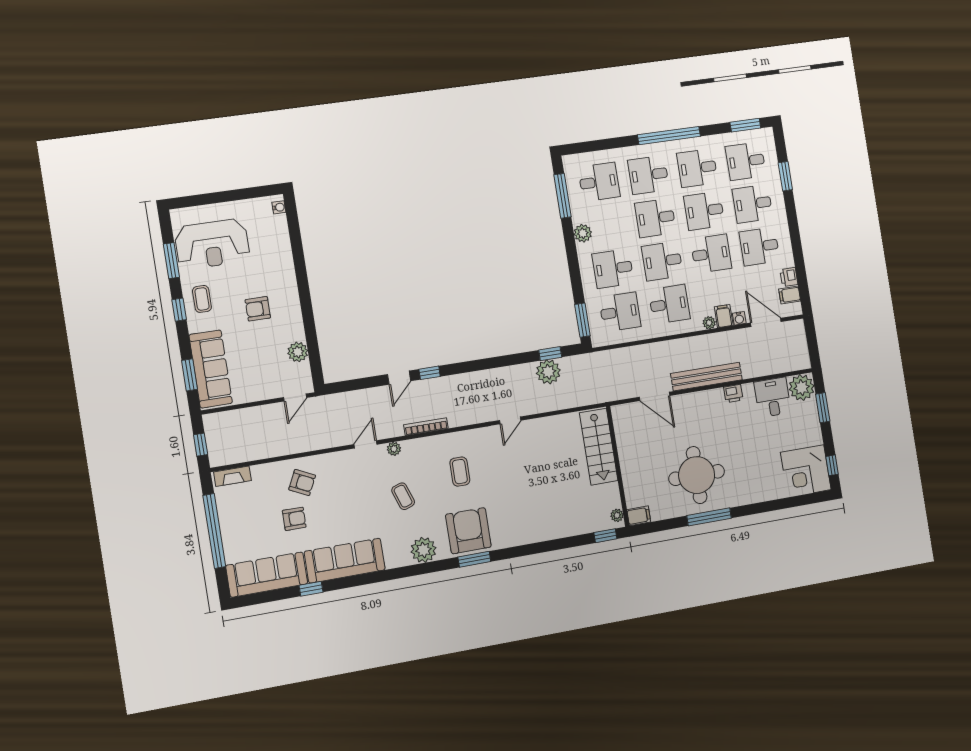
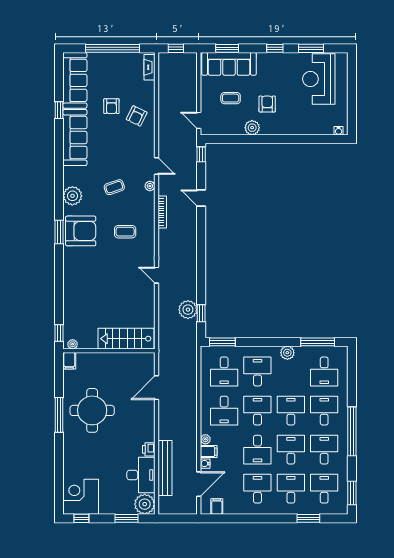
printer: (789, 277) -> (231, 508), removed
coffee table: (202, 299) -> (231, 98), moved
plant: (298, 352) -> (252, 128), moved
window: (430, 373) -> (201, 154), moved
bench: (706, 377) -> (165, 468), moved
desk: (773, 397) -> (141, 475), width x1.37

